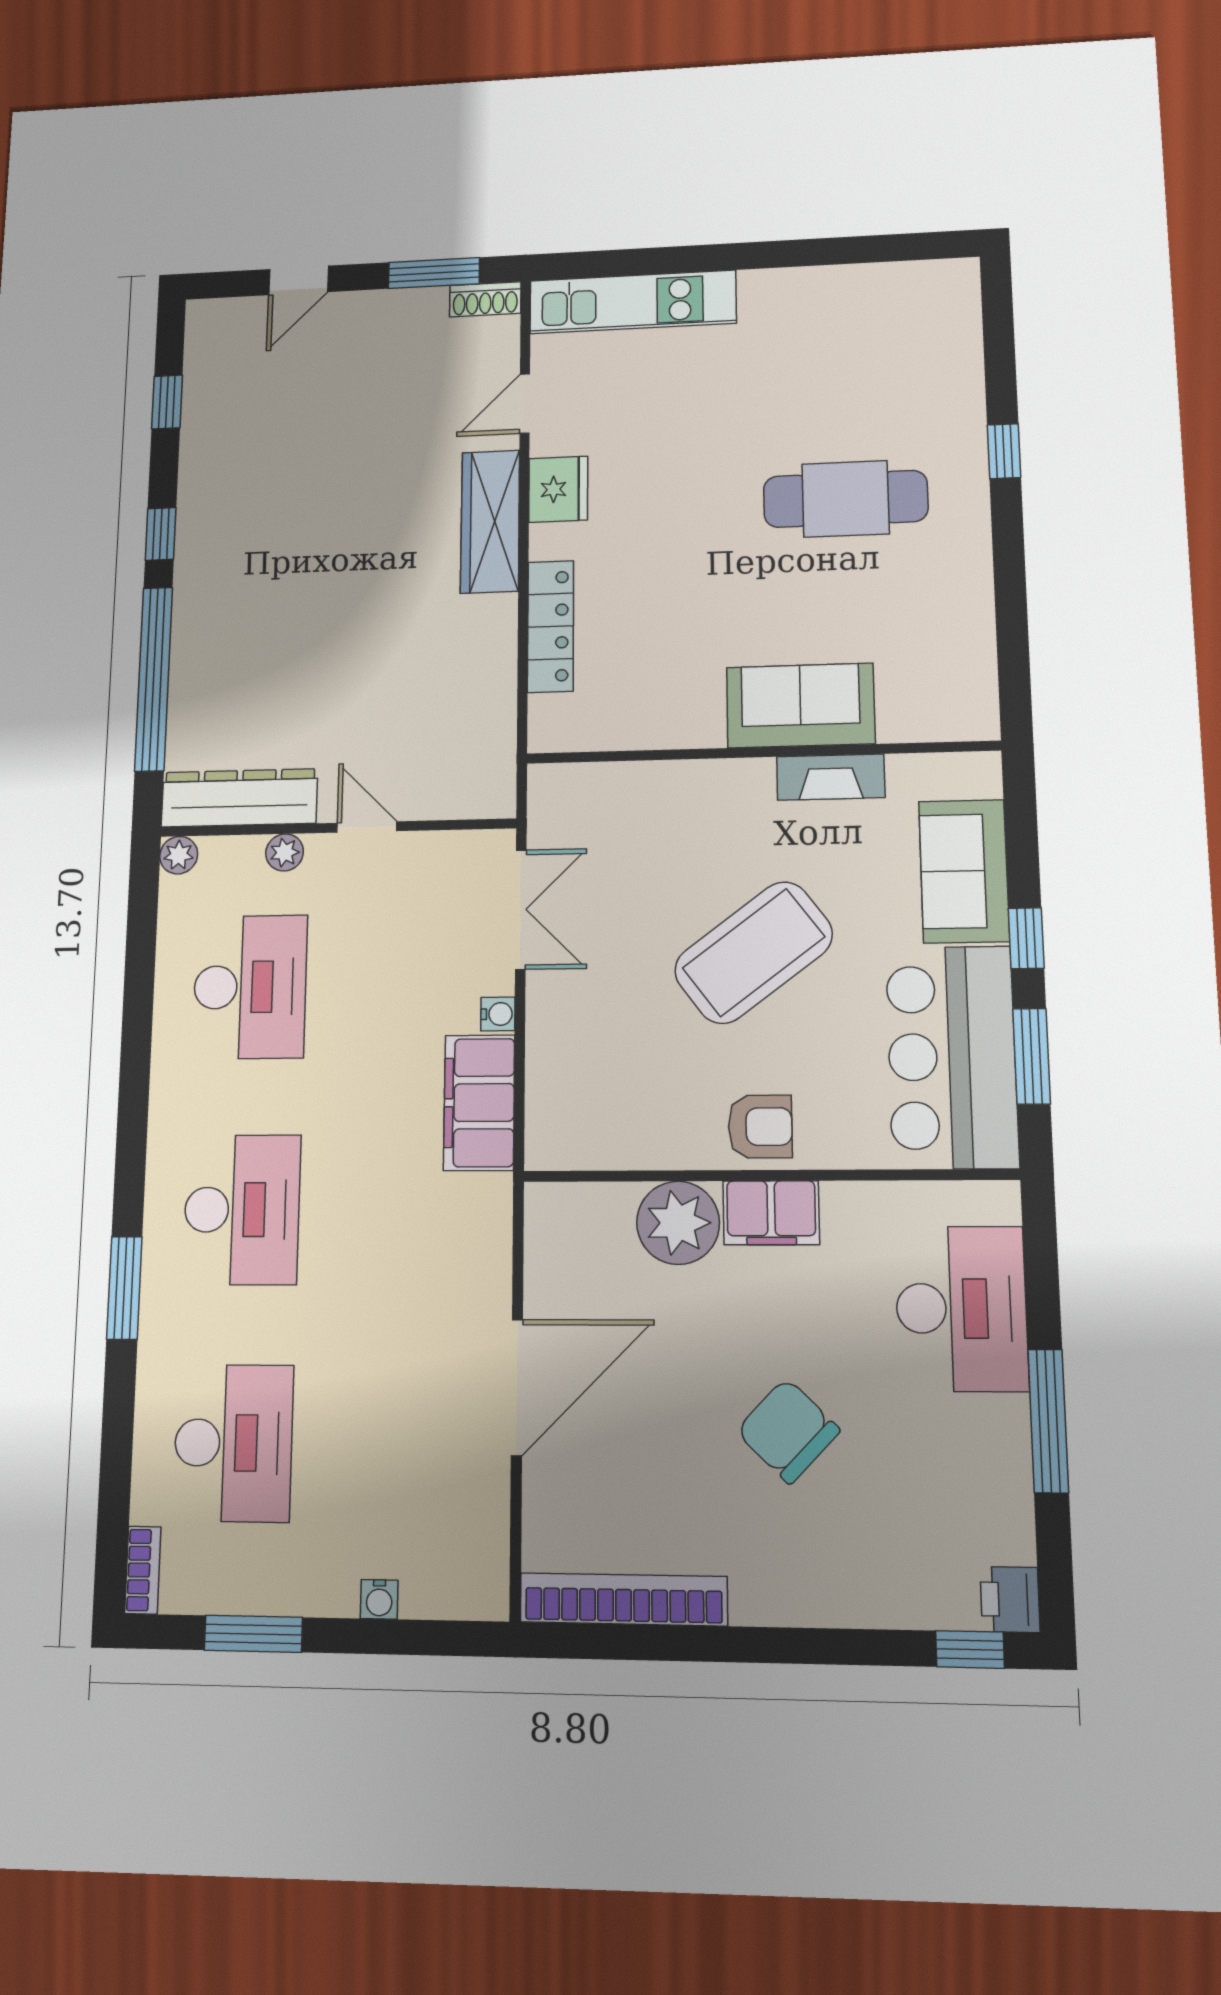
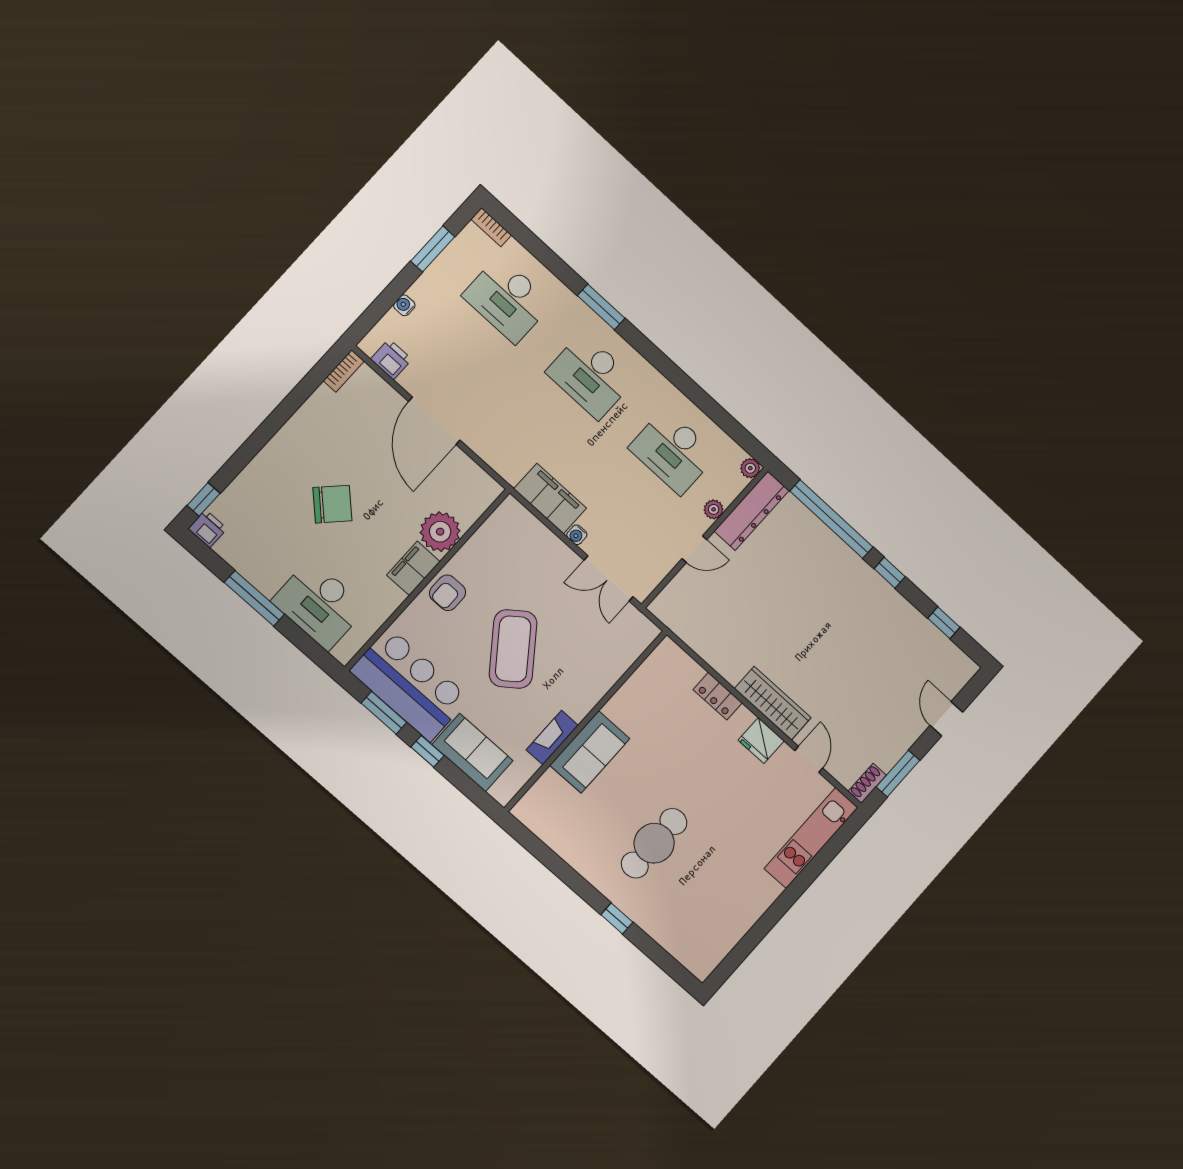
locker: (551, 626) -> (718, 696), width x0.66
printer: (481, 1543) -> (391, 359), added
bookcase: (624, 1599) -> (344, 371), width x0.43, depth x0.76

